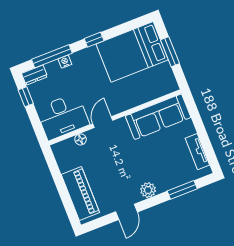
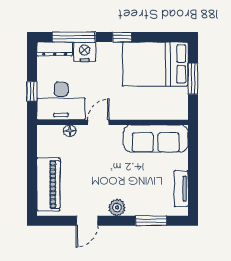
nightstand: (65, 62) -> (85, 52), width x1.89, depth x1.79
dresser: (35, 75) -> (55, 49), width x1.44
window: (26, 97) -> (32, 91), moved

